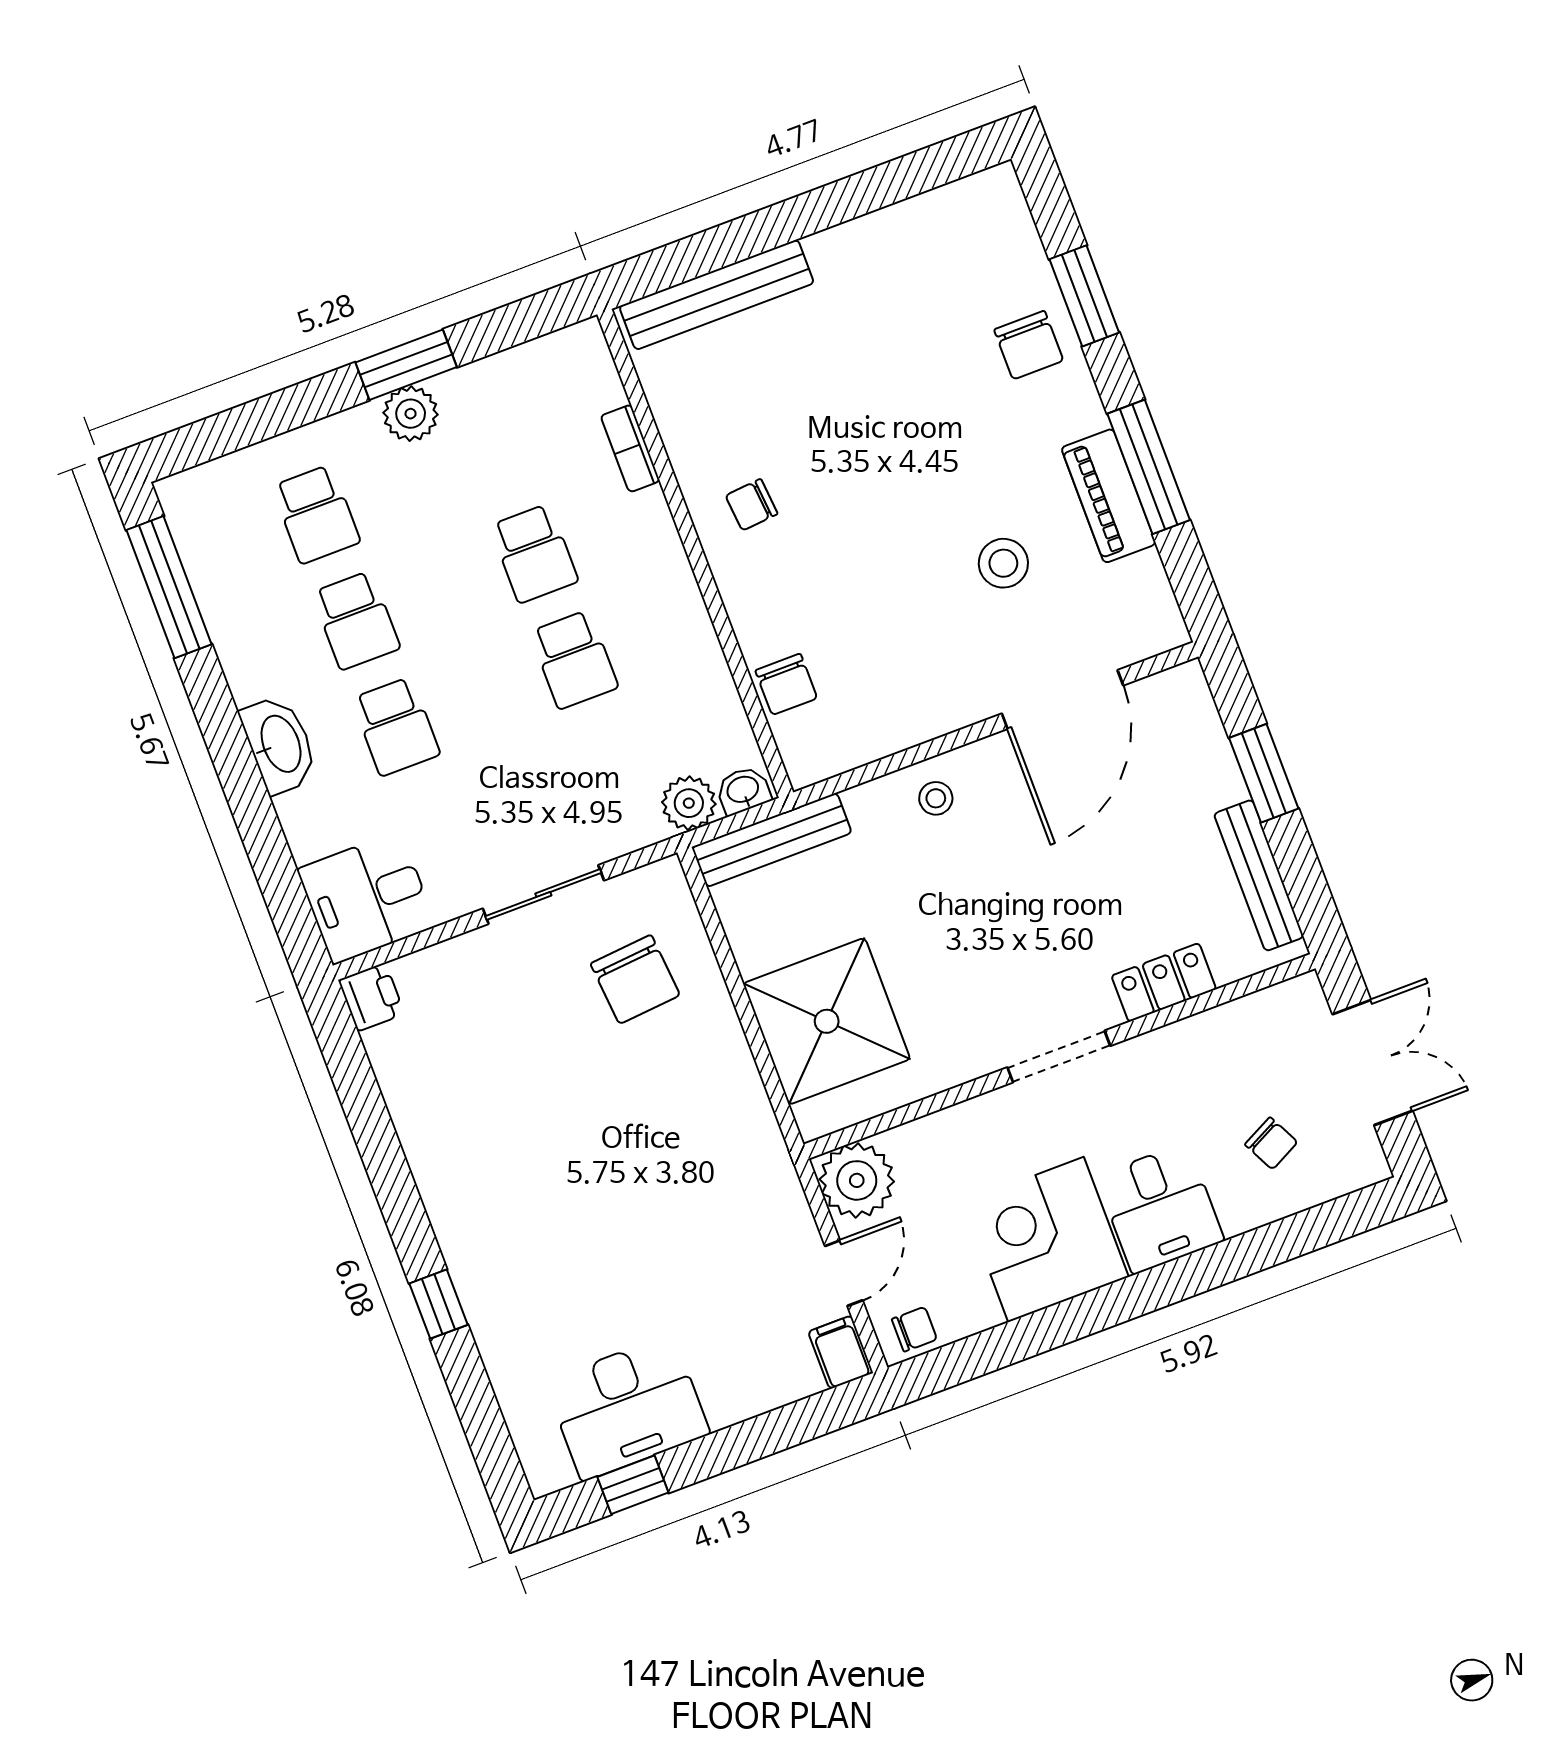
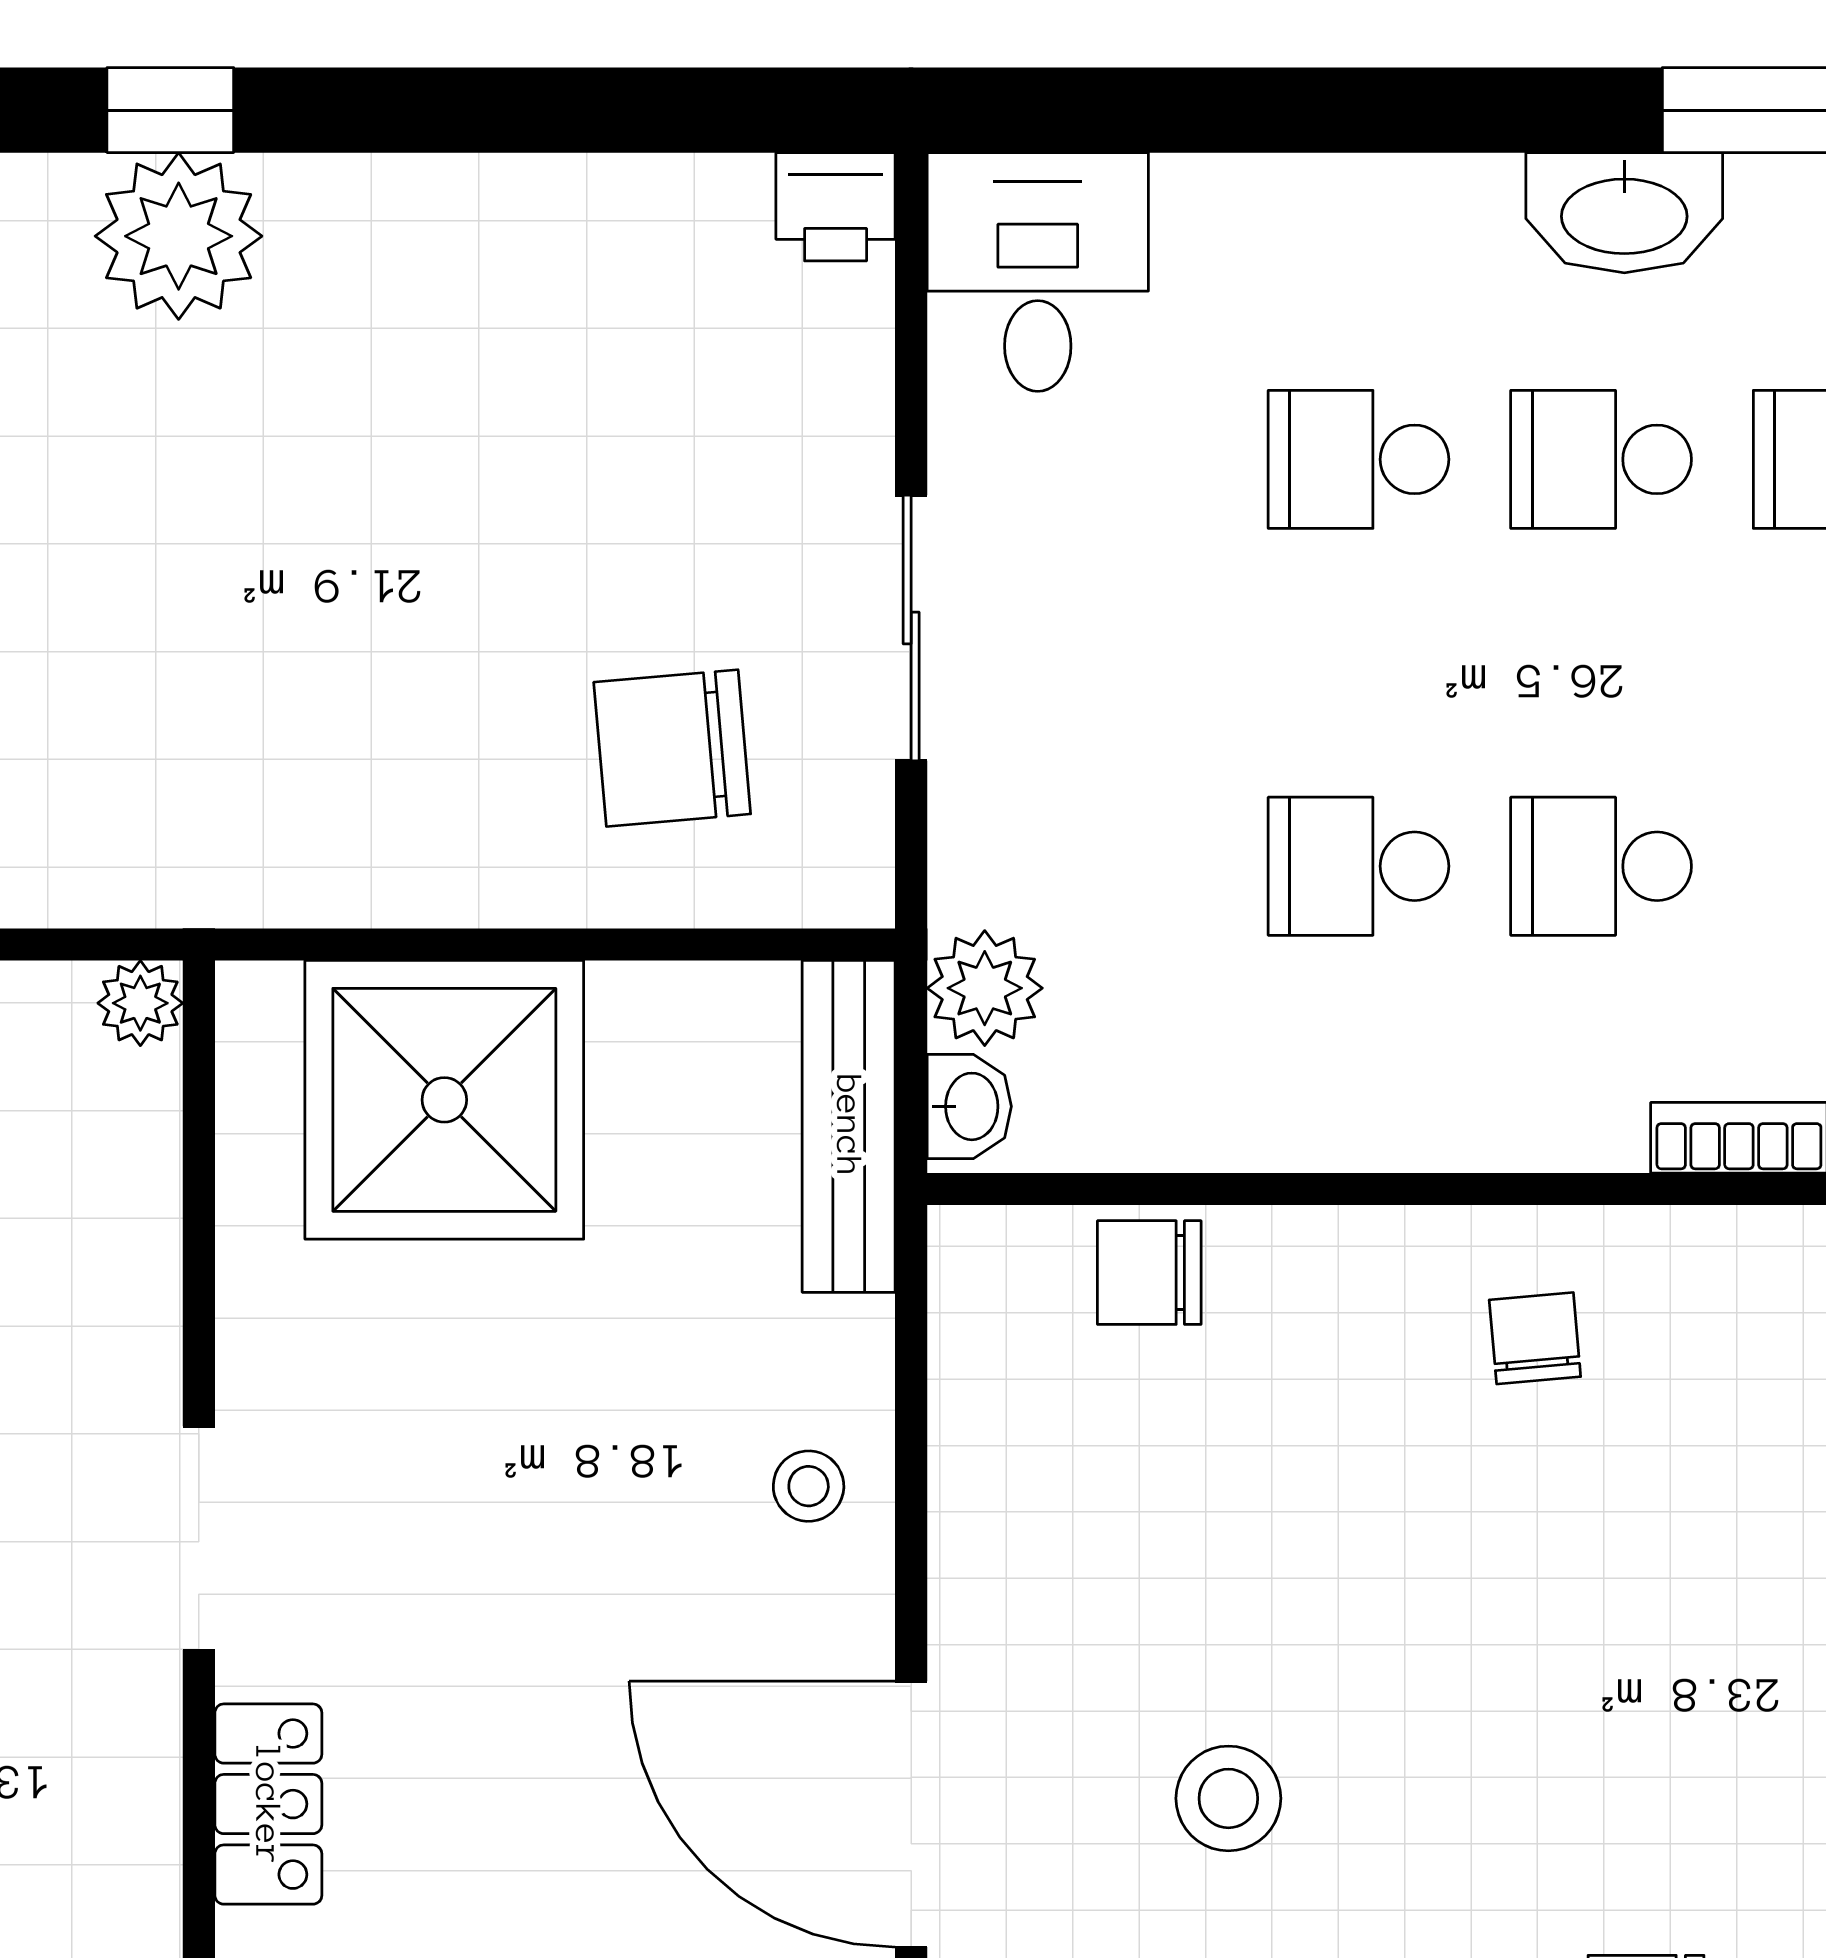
washbasin: (279, 744) -> (1624, 213), moved
plant: (857, 1180) -> (140, 1003), width x0.53, depth x0.53
plant: (492, 1280) -> (179, 236), added

